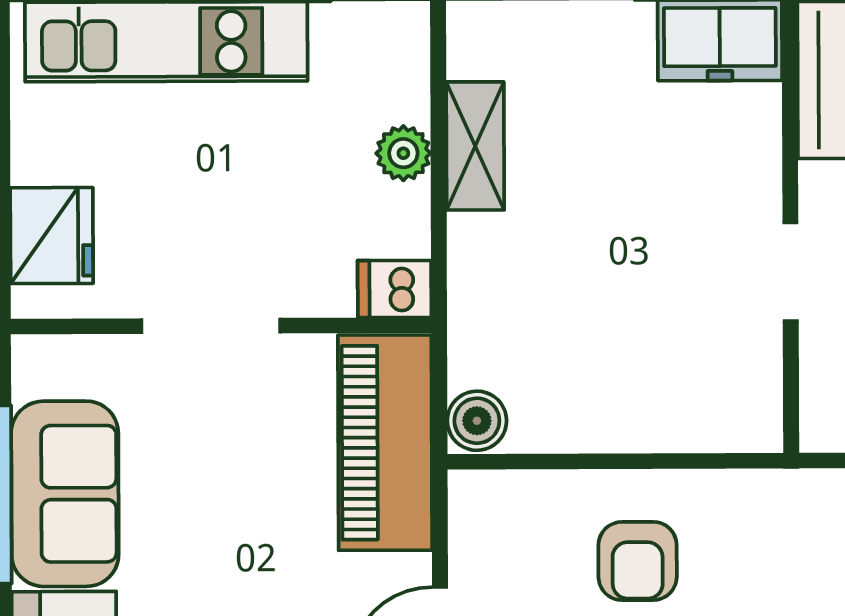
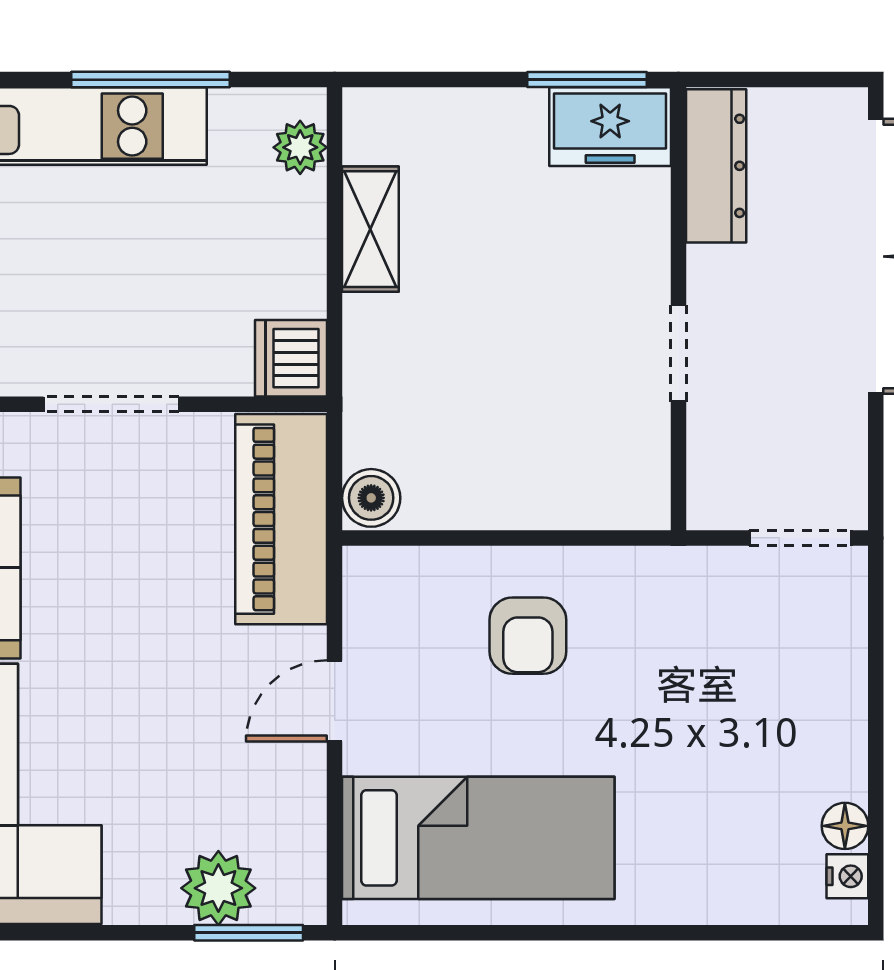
plant: (403, 153) -> (300, 147), moved
dishwasher: (394, 289) -> (291, 358), width x1.38

